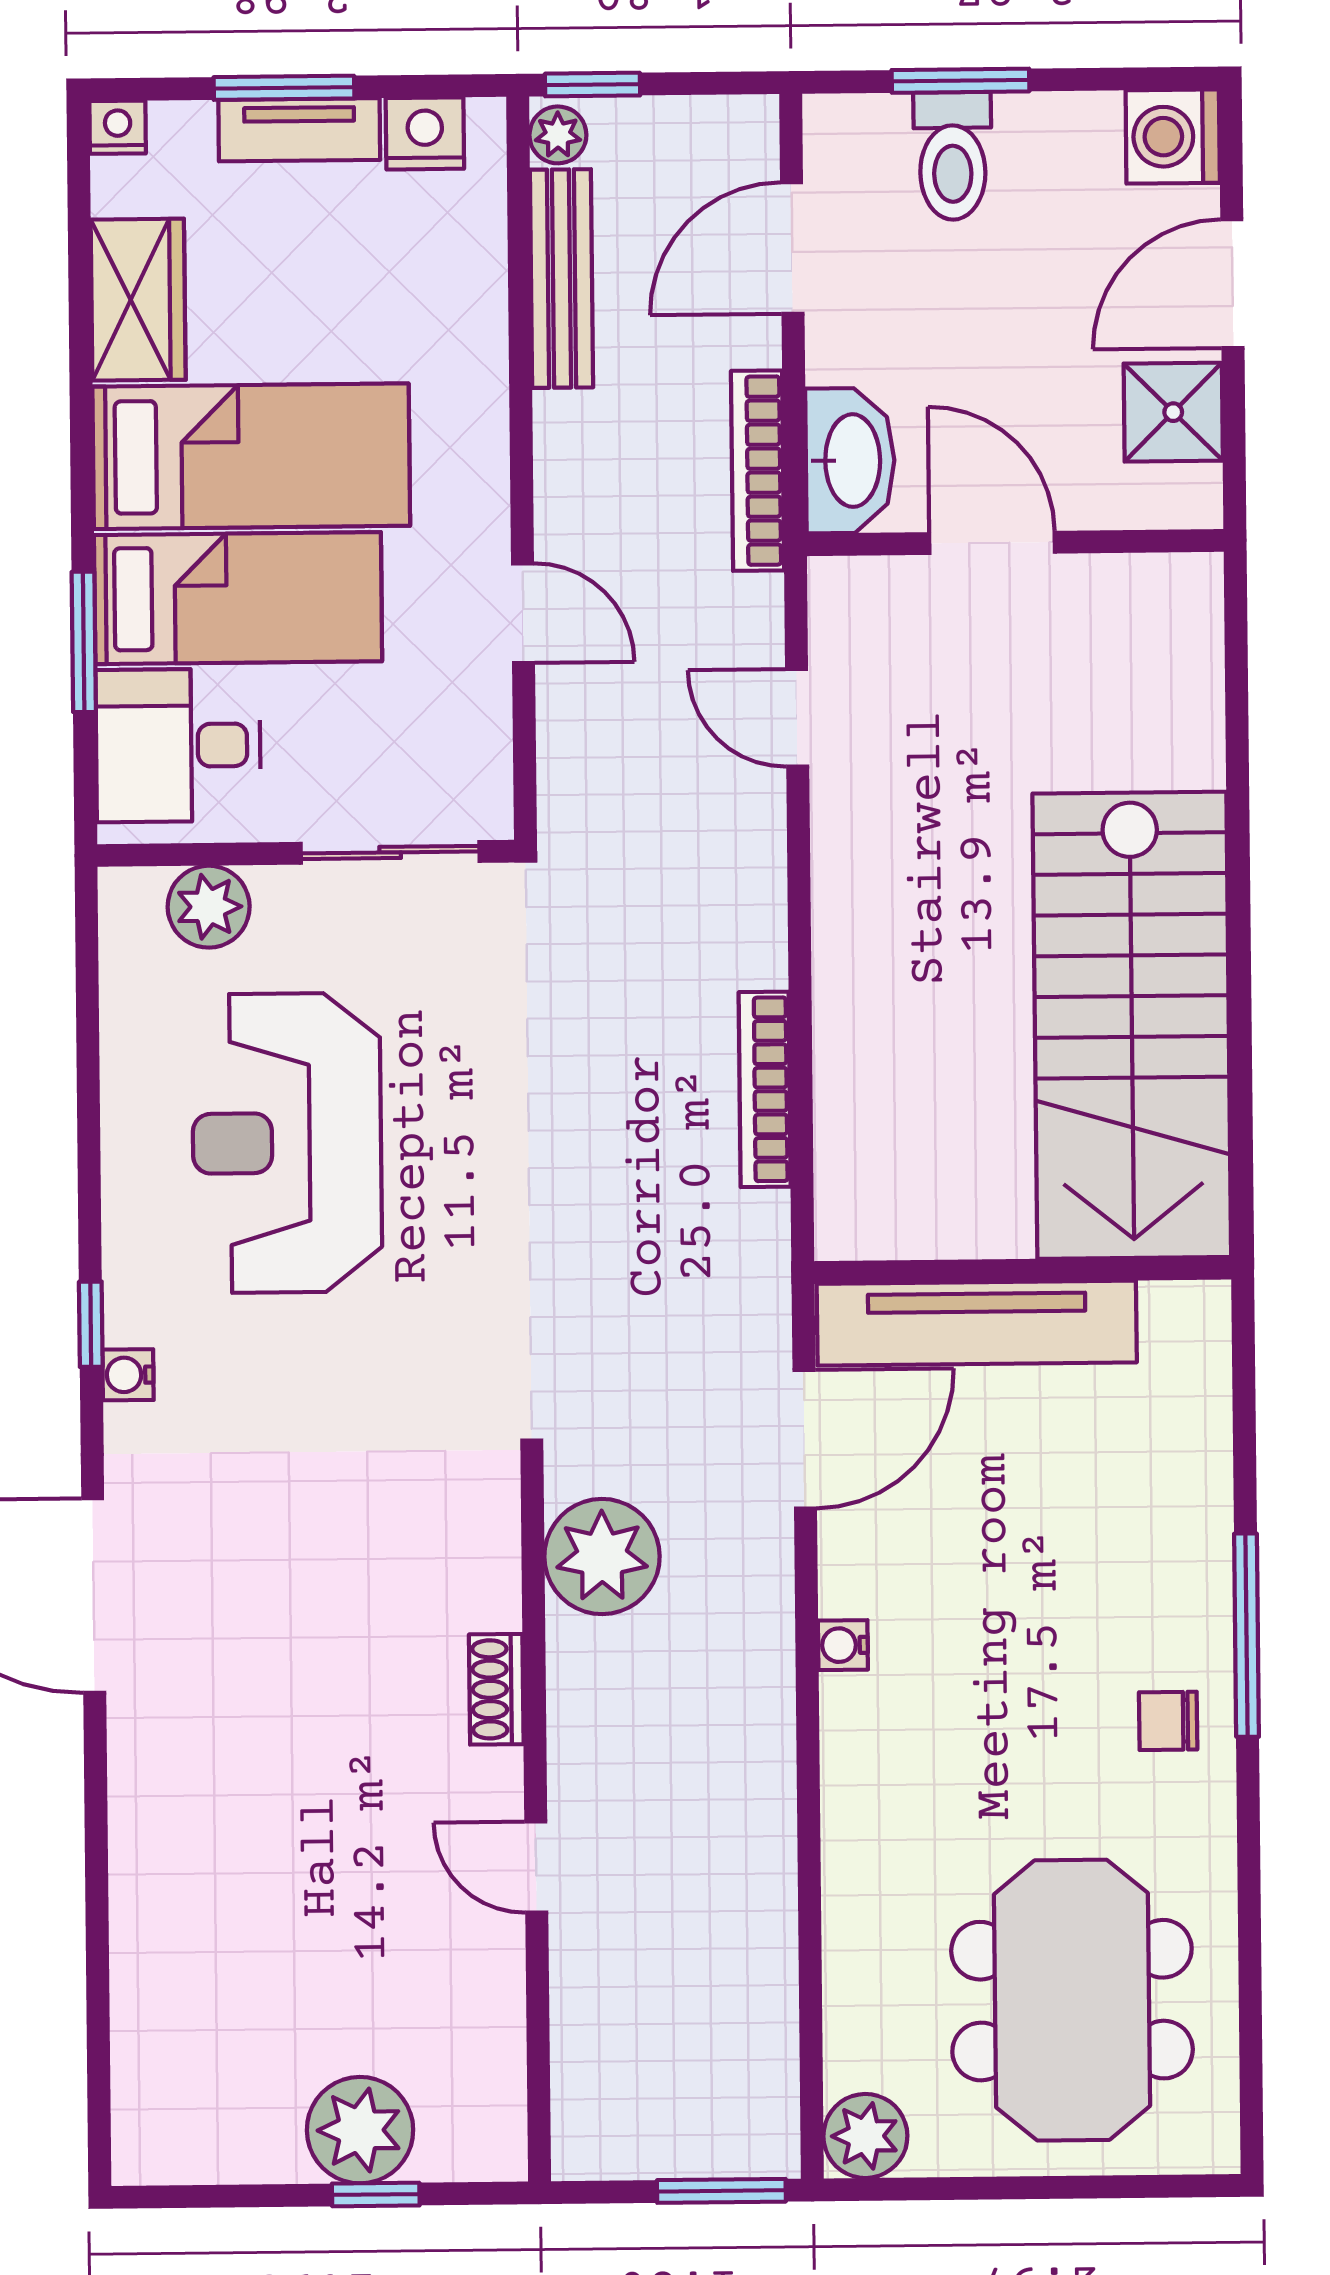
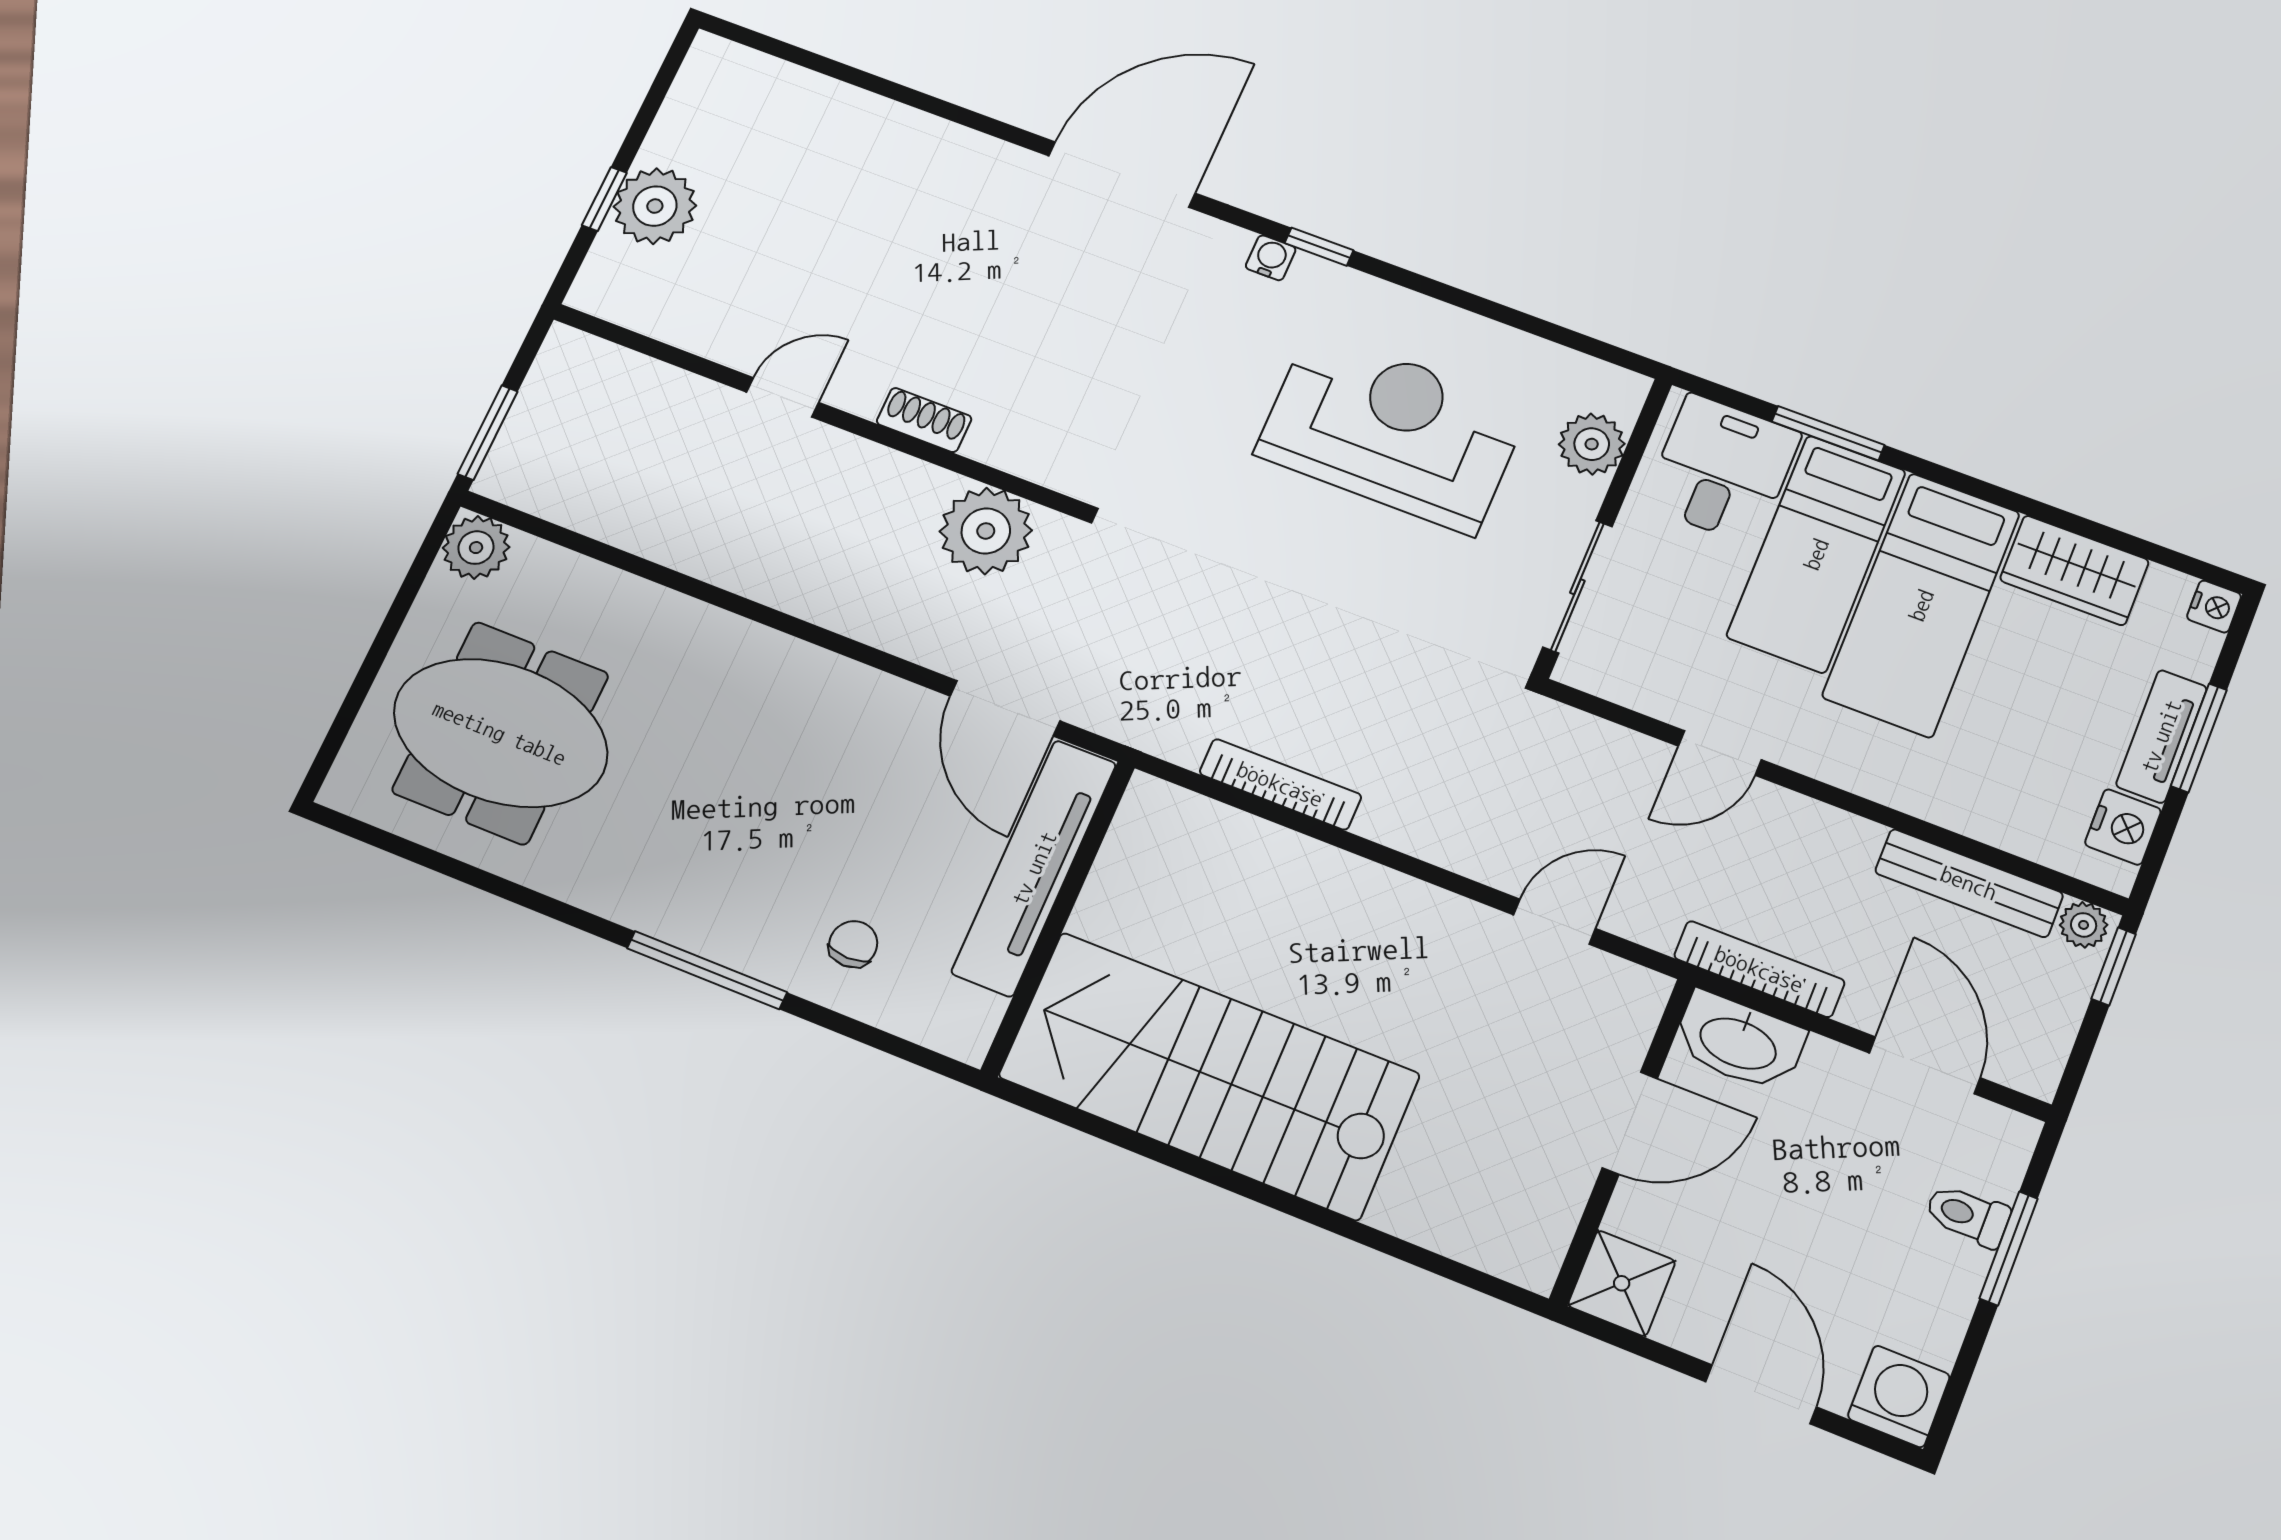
toilet: (953, 156) -> (1968, 1215), width x0.73, depth x0.72
shower: (1173, 412) -> (1622, 1283), moved
water cooler: (843, 1645) -> (840, 675), removed
chair: (1168, 1721) -> (853, 944), moved

